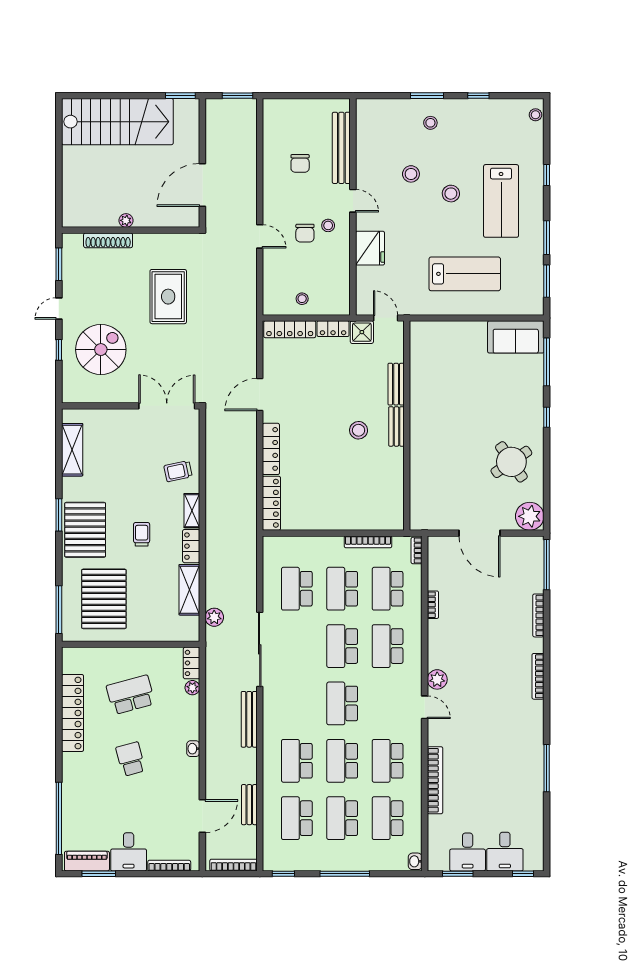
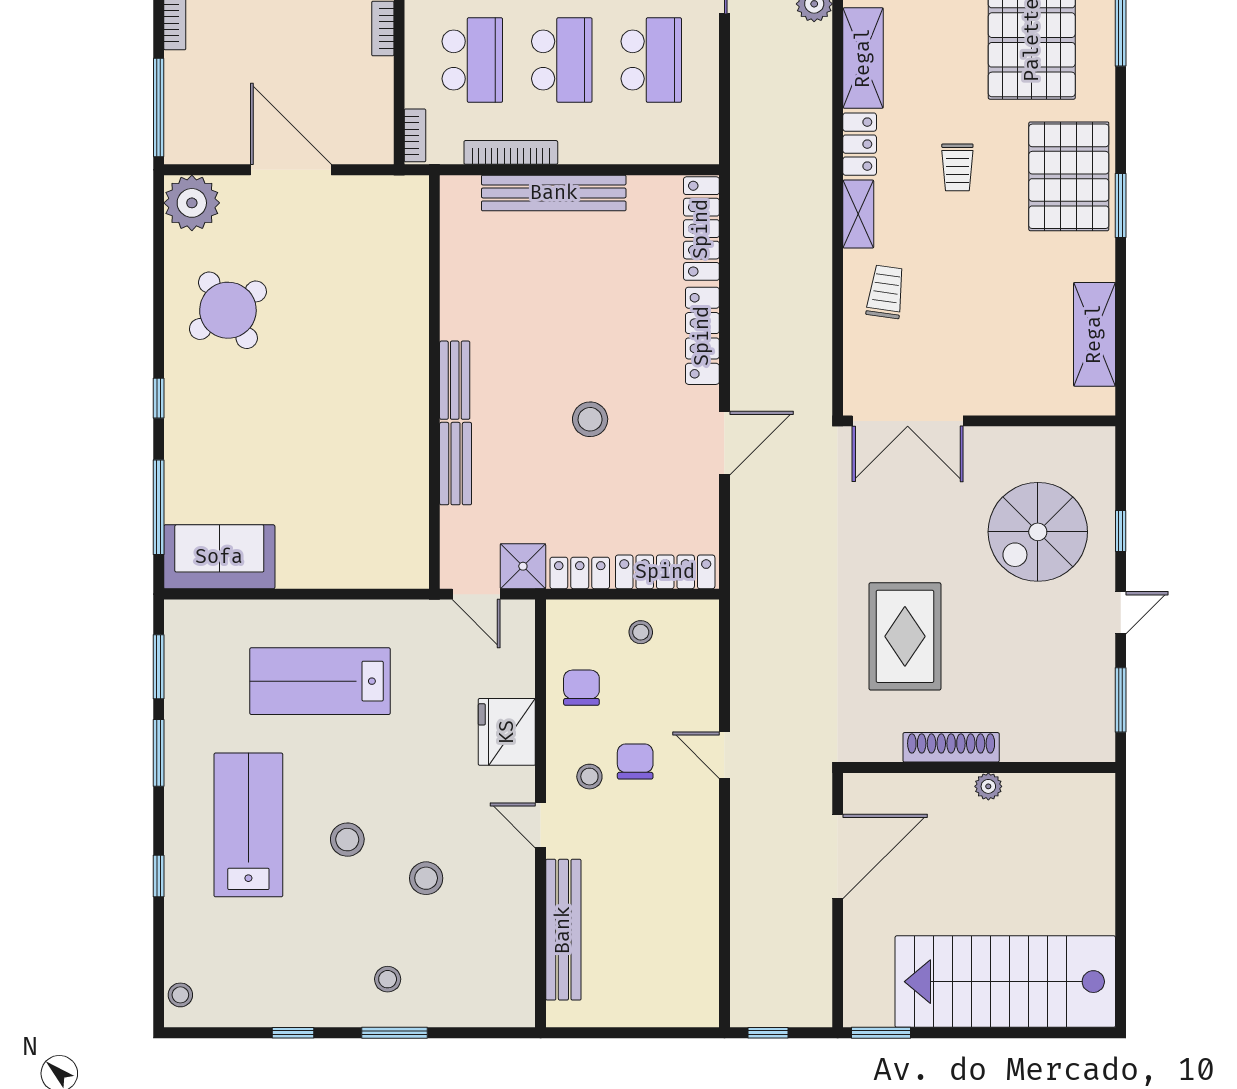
window: (238, 96) -> (768, 1033), width x0.67
chair: (300, 163) -> (581, 688), moved
shoe rack: (108, 240) -> (951, 747), moved
stool: (359, 430) -> (590, 419), moved
trolley: (178, 471) -> (886, 292), turned -70
bench: (346, 521) -> (554, 193), added

